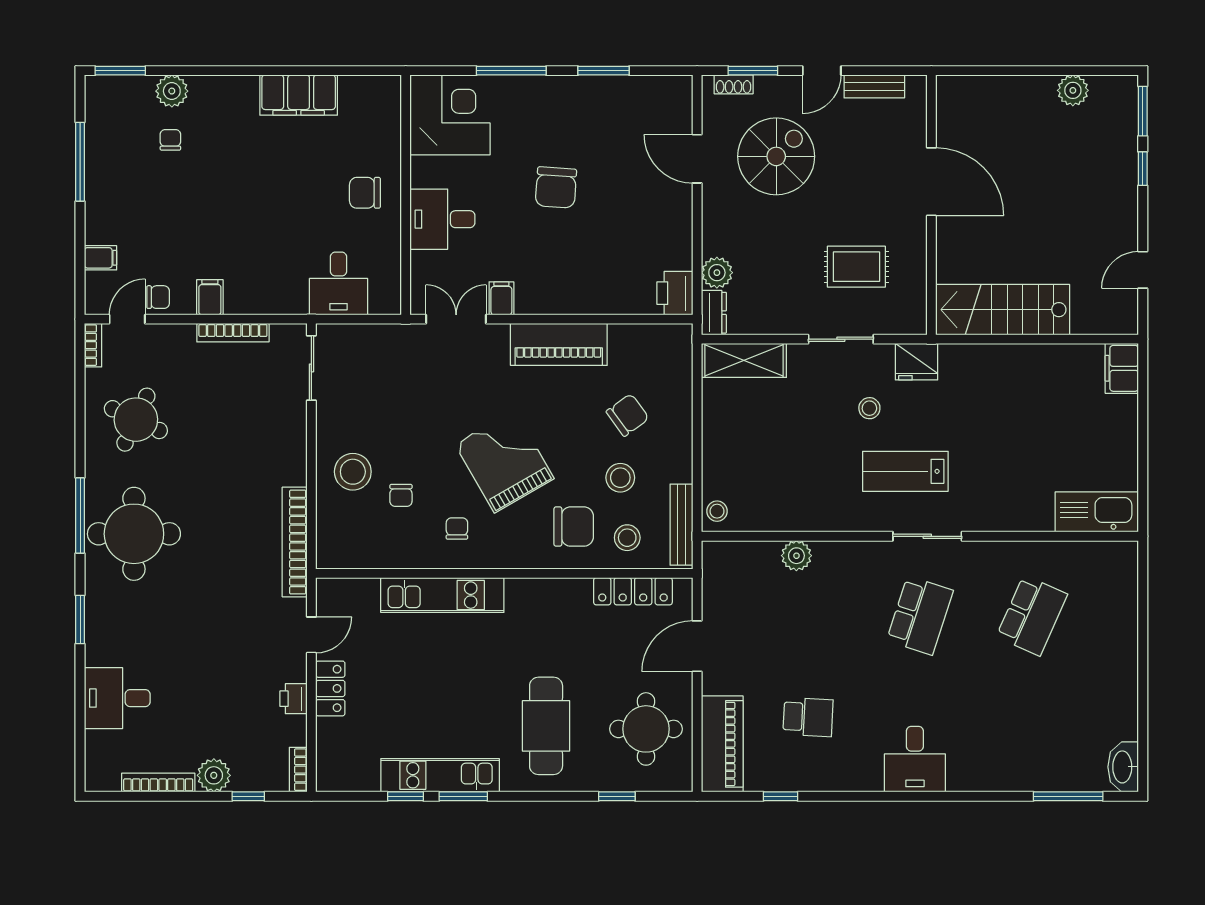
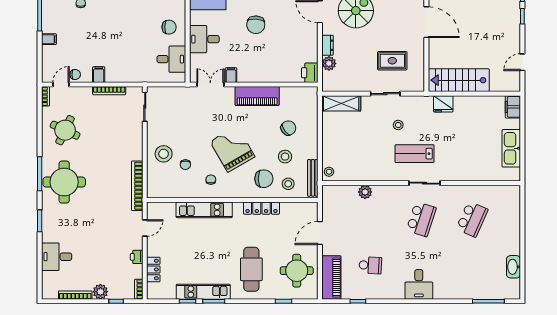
chair: (365, 193) -> (169, 27), turned 180
filing cabinet: (100, 258) -> (49, 39), moved
desk: (339, 283) -> (171, 59), moved, turned -90
dresser: (714, 313) -> (328, 45), moved
fridge: (916, 362) -> (443, 104), moved
kitchen sink: (1097, 512) -> (511, 148), moved, turned -90
locker: (633, 591) -> (261, 208), moved
locker: (330, 688) -> (153, 270), moved
washbasin: (1123, 767) -> (513, 267), moved

